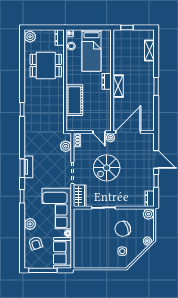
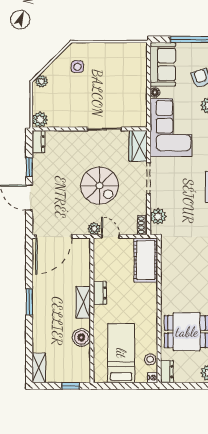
shelving: (149, 51) -> (39, 368), moved
boiler: (119, 61) -> (81, 337), added
dresser: (107, 81) -> (100, 293), moved
cot: (74, 100) -> (146, 260), moved
door: (128, 132) -> (54, 236), moved
spiral stairs: (107, 168) -> (100, 186), turned 90
chair: (123, 229) -> (77, 99), removed

